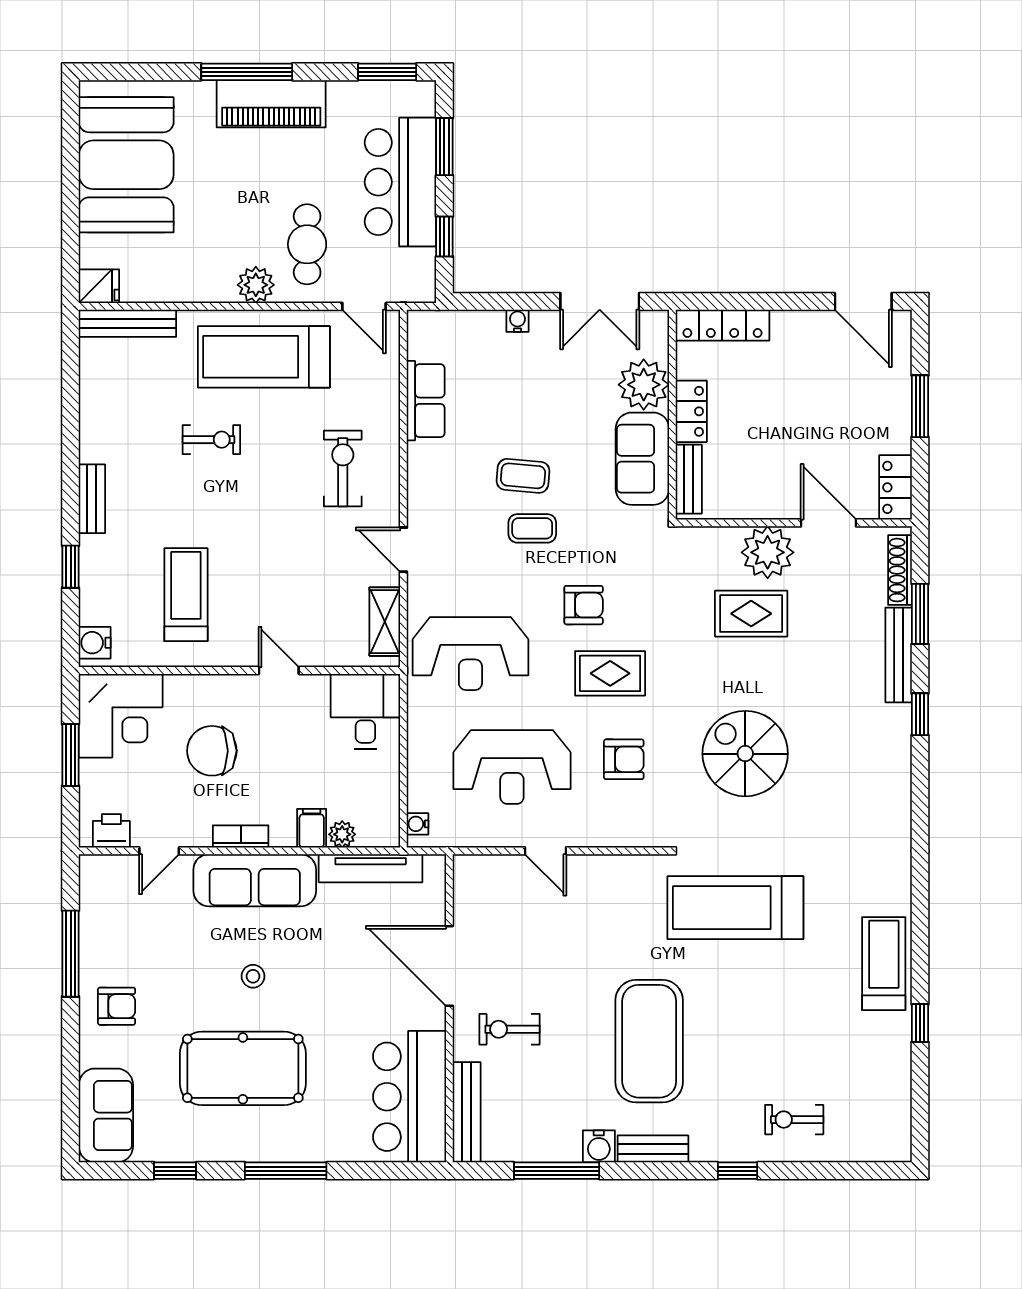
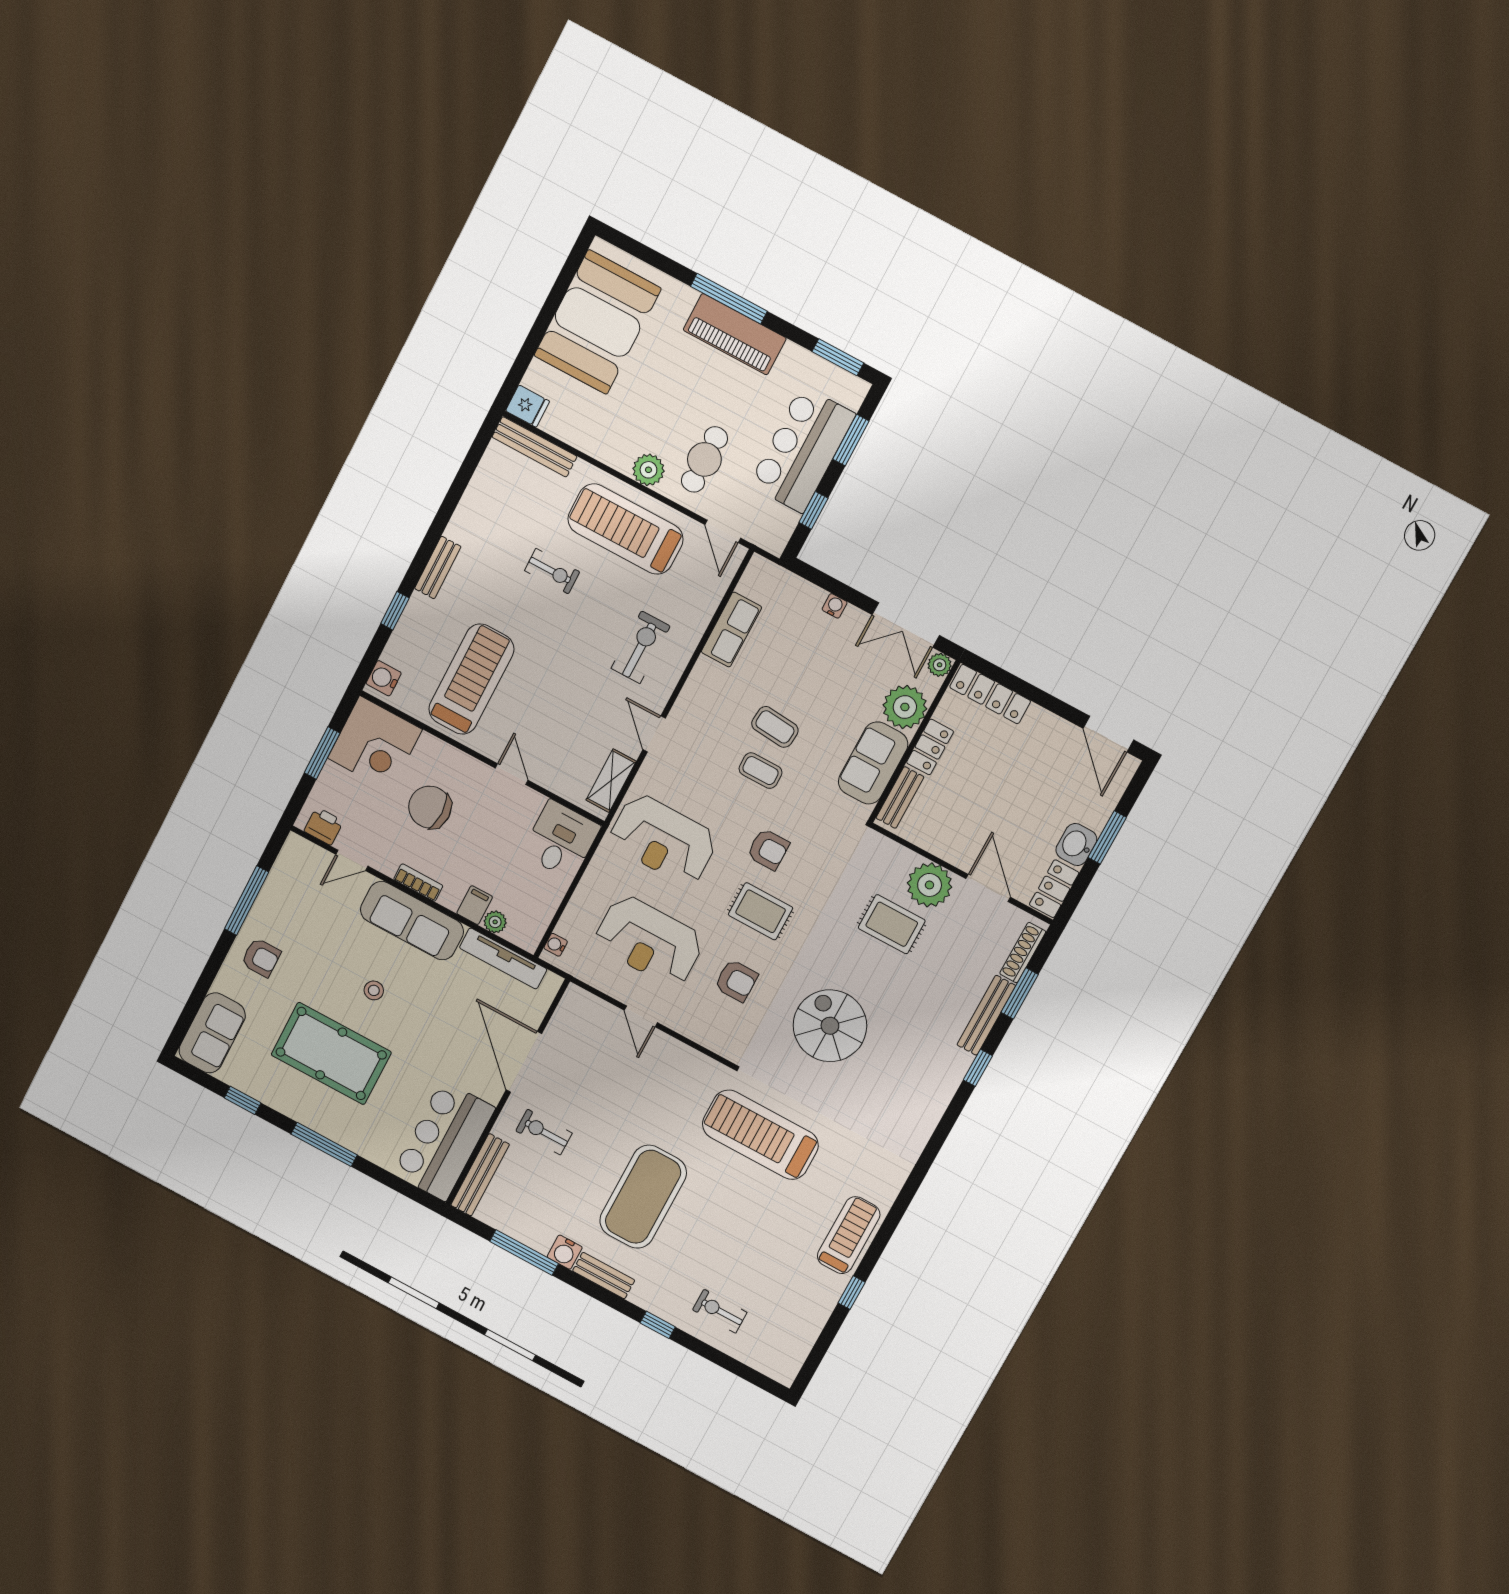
plant: (656, 323) -> (940, 665), added
washbasin: (893, 430) -> (1076, 845), added
treadmill: (186, 595) -> (471, 679), width x1.37, depth x1.38

